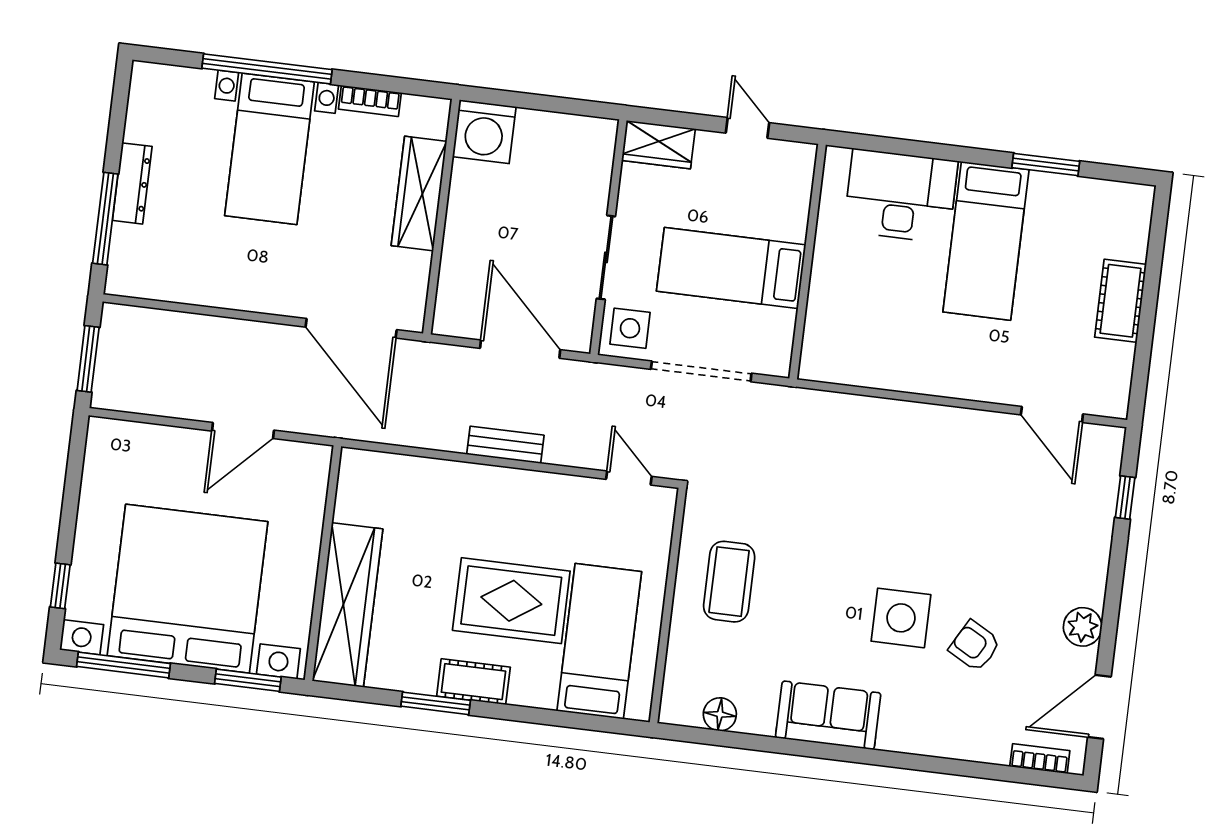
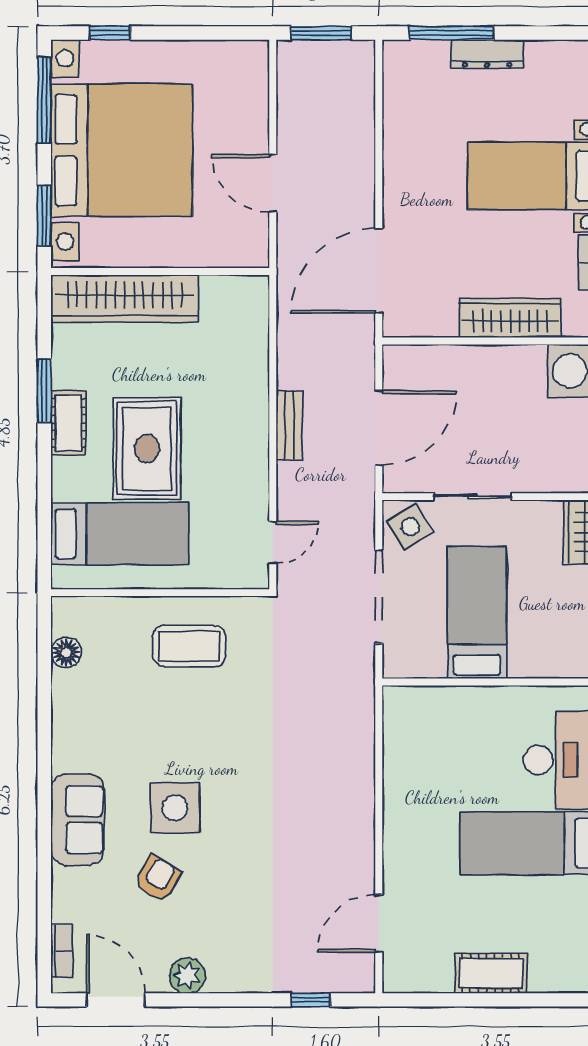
side table: (630, 328) -> (410, 527), turned -31
sofa: (828, 715) -> (77, 819), moved

